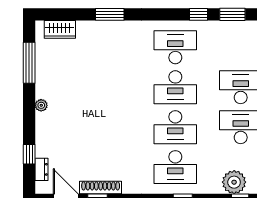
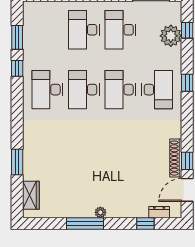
window: (110, 14) -> (17, 162), moved
window: (29, 63) -> (85, 223), moved
desk: (175, 87) -> (84, 90), turned 180
desk: (175, 127) -> (120, 90), turned 180

